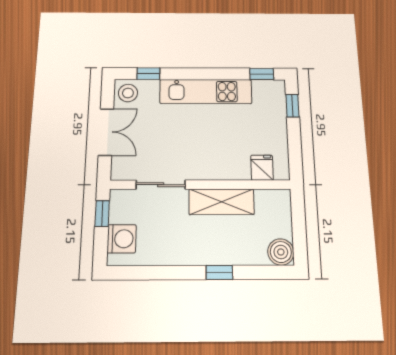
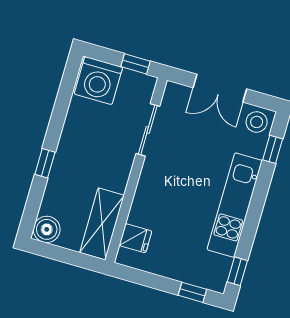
shelving: (221, 202) -> (102, 224), moved
washing machine: (122, 239) -> (98, 81), width x1.37, depth x1.37

